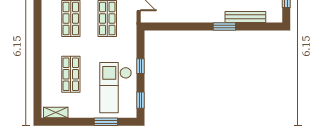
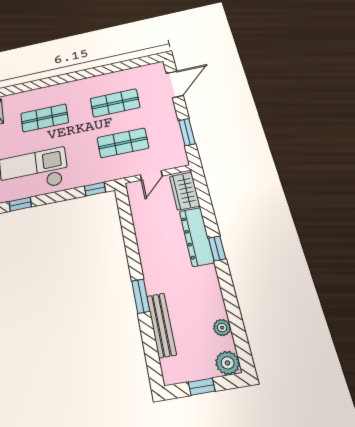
window: (141, 66) -> (95, 189), moved

